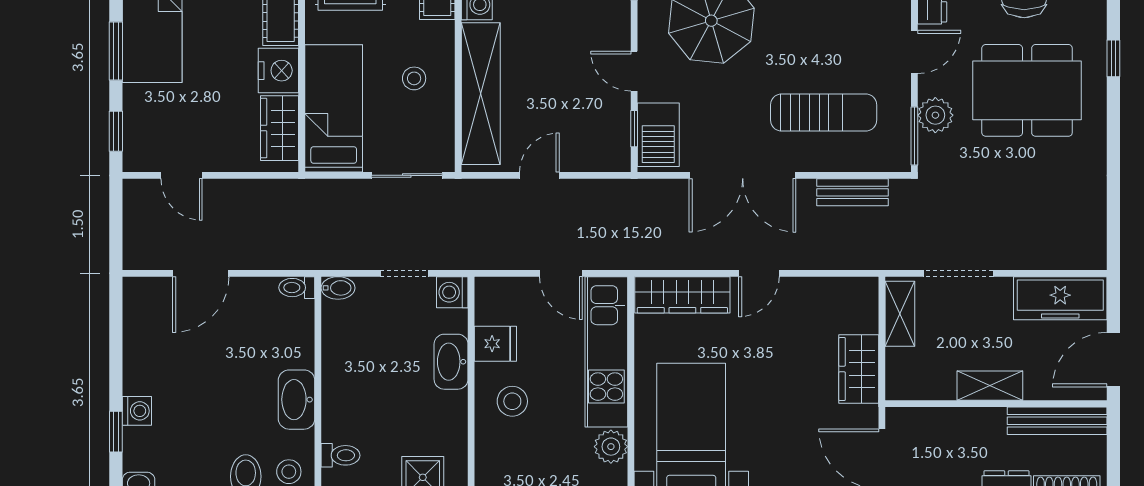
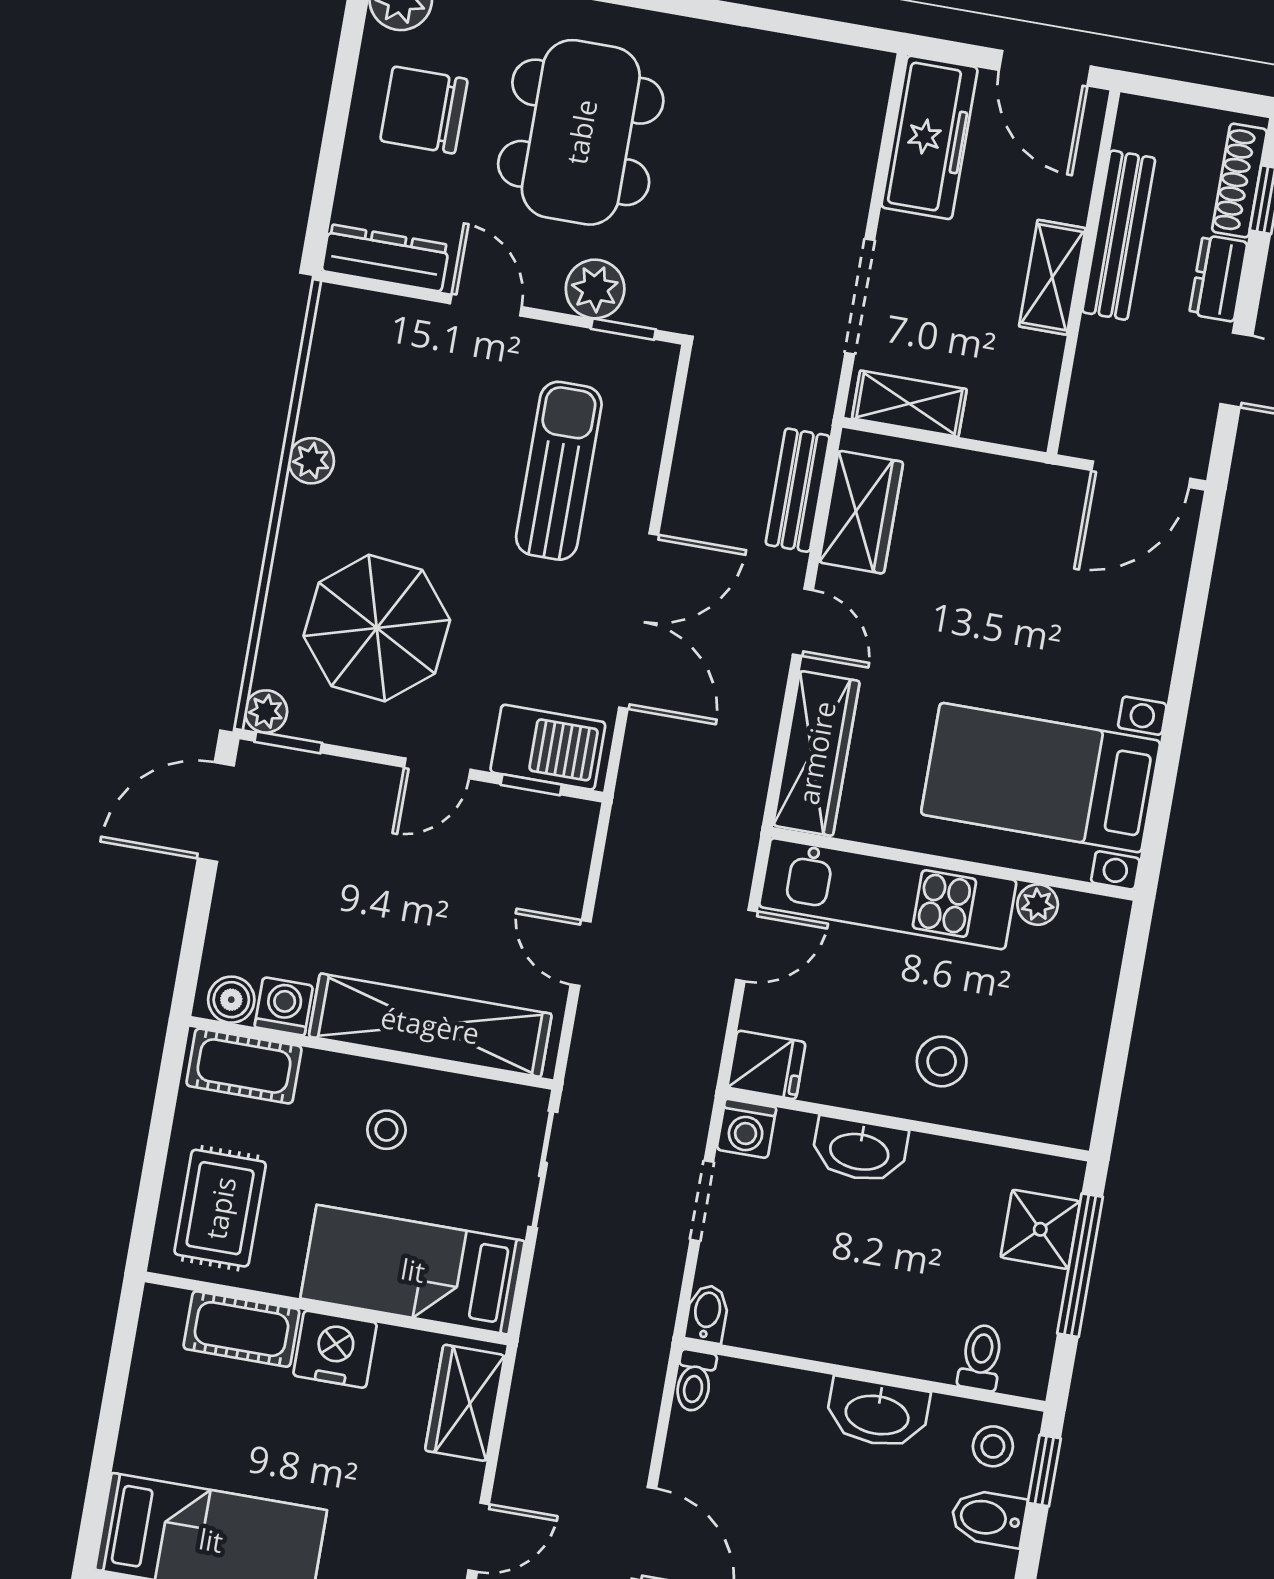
wardrobe: (280, 128) -> (465, 1403), moved, turned 90
window: (914, 136) -> (623, 329), width x0.67
bench: (853, 192) -> (798, 490), moved
fridge: (495, 344) -> (767, 1065), moved, turned 90
wardrobe: (859, 369) -> (861, 512), moved, turned -90
bench: (1057, 421) -> (1119, 235), moved
plant: (611, 447) -> (1038, 905), width x0.73, depth x0.73

